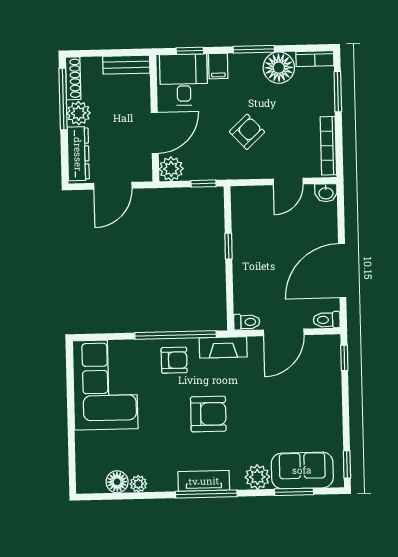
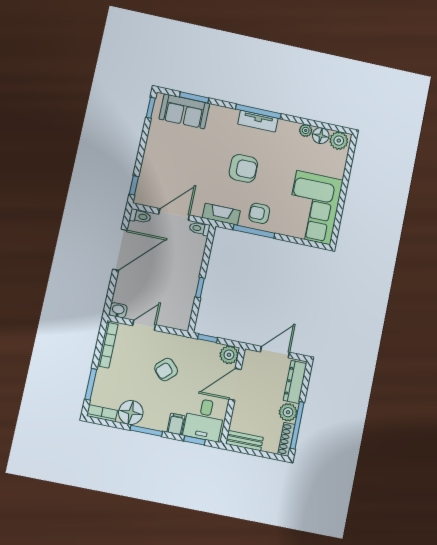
window: (176, 335) -> (254, 231), width x0.68
armchair: (208, 414) -> (243, 168), turned 180
plant: (257, 477) -> (339, 141), moved

